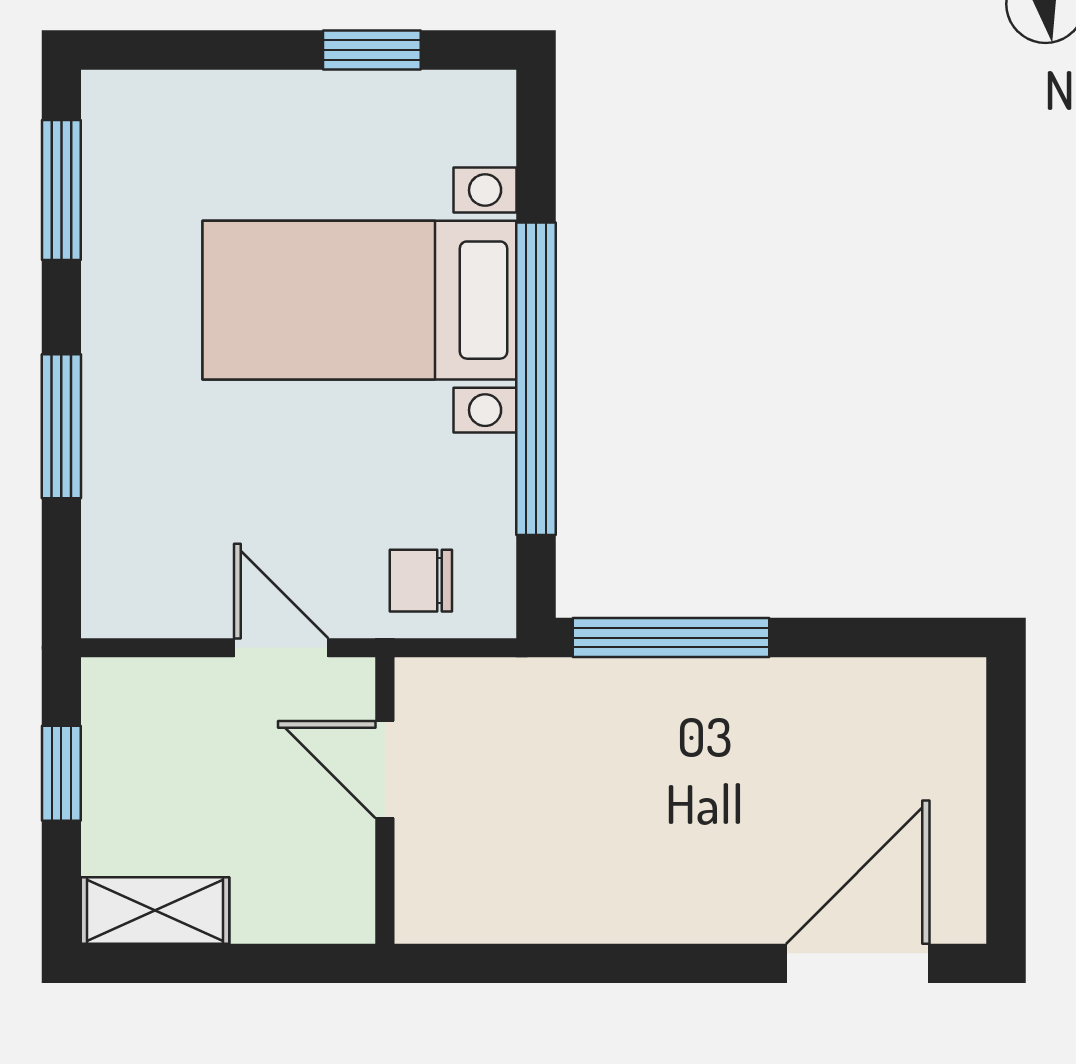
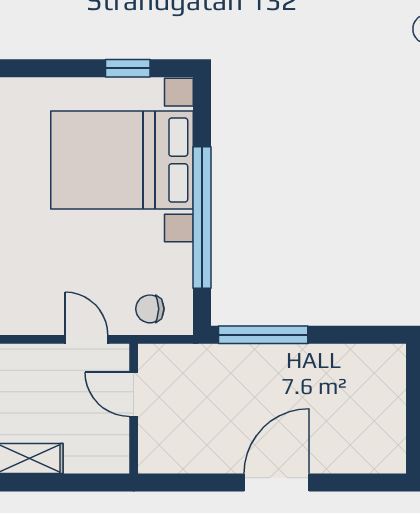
bed with nightstands: (360, 300) -> (122, 160), width x1.36
door: (858, 963) -> (277, 482), moved

